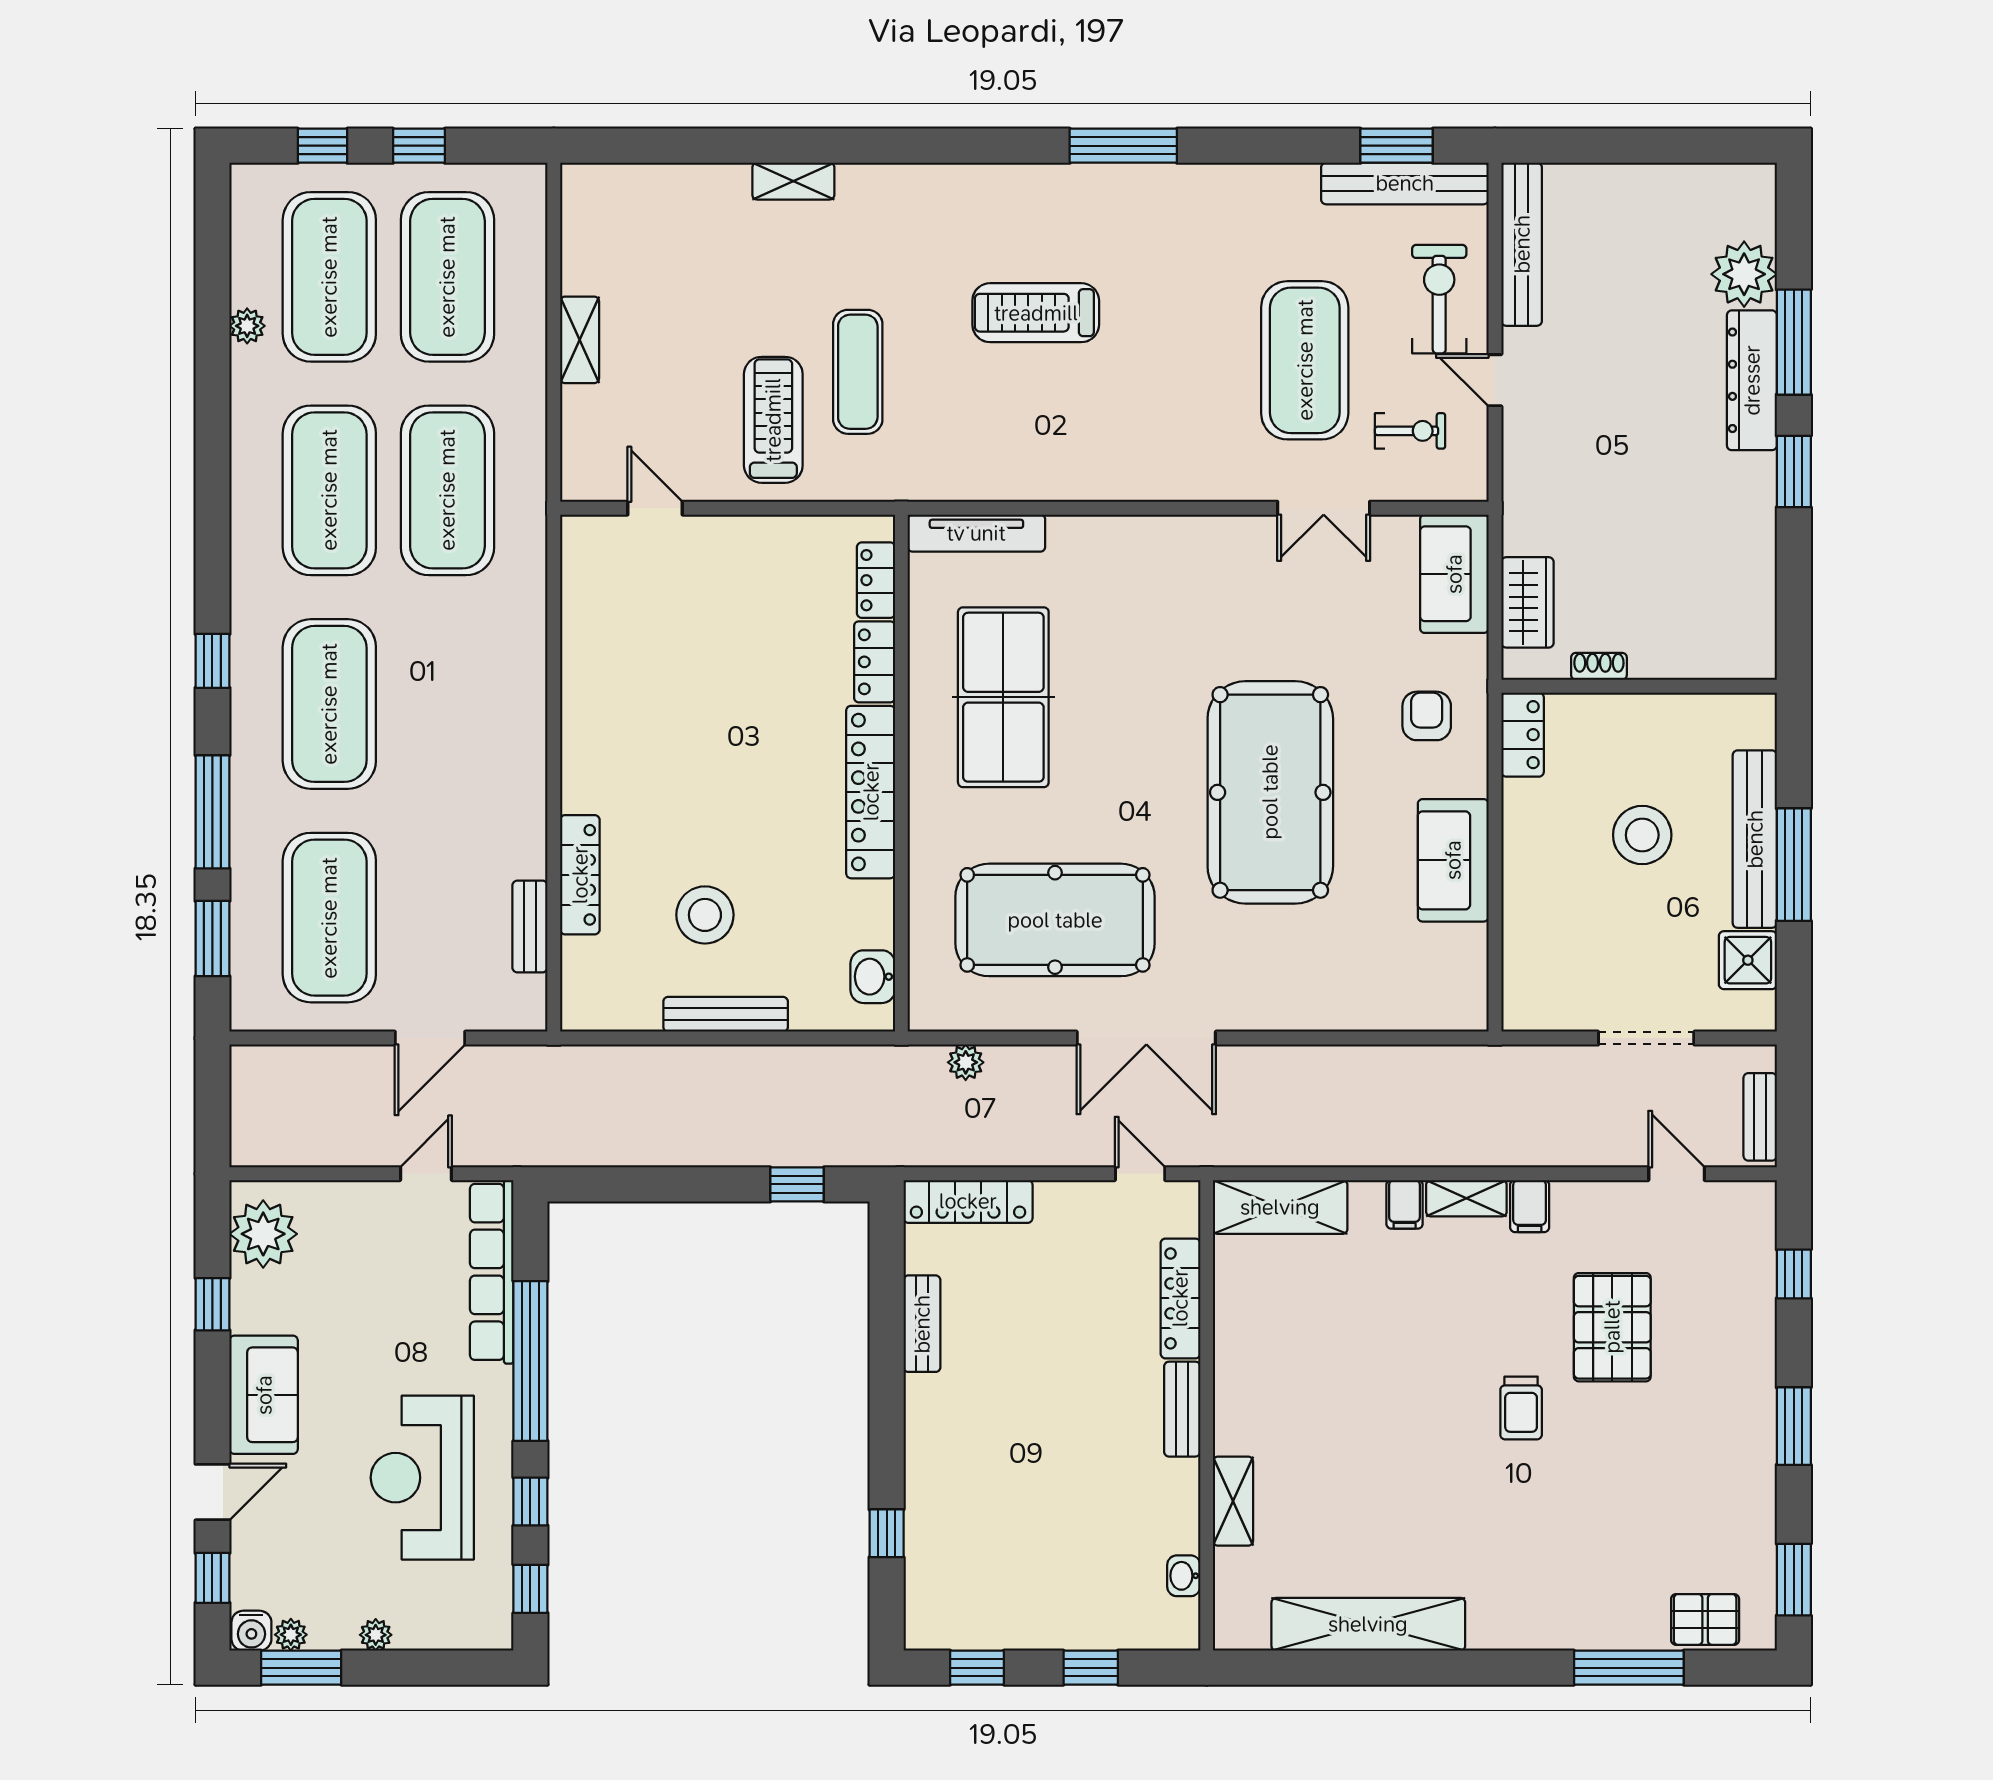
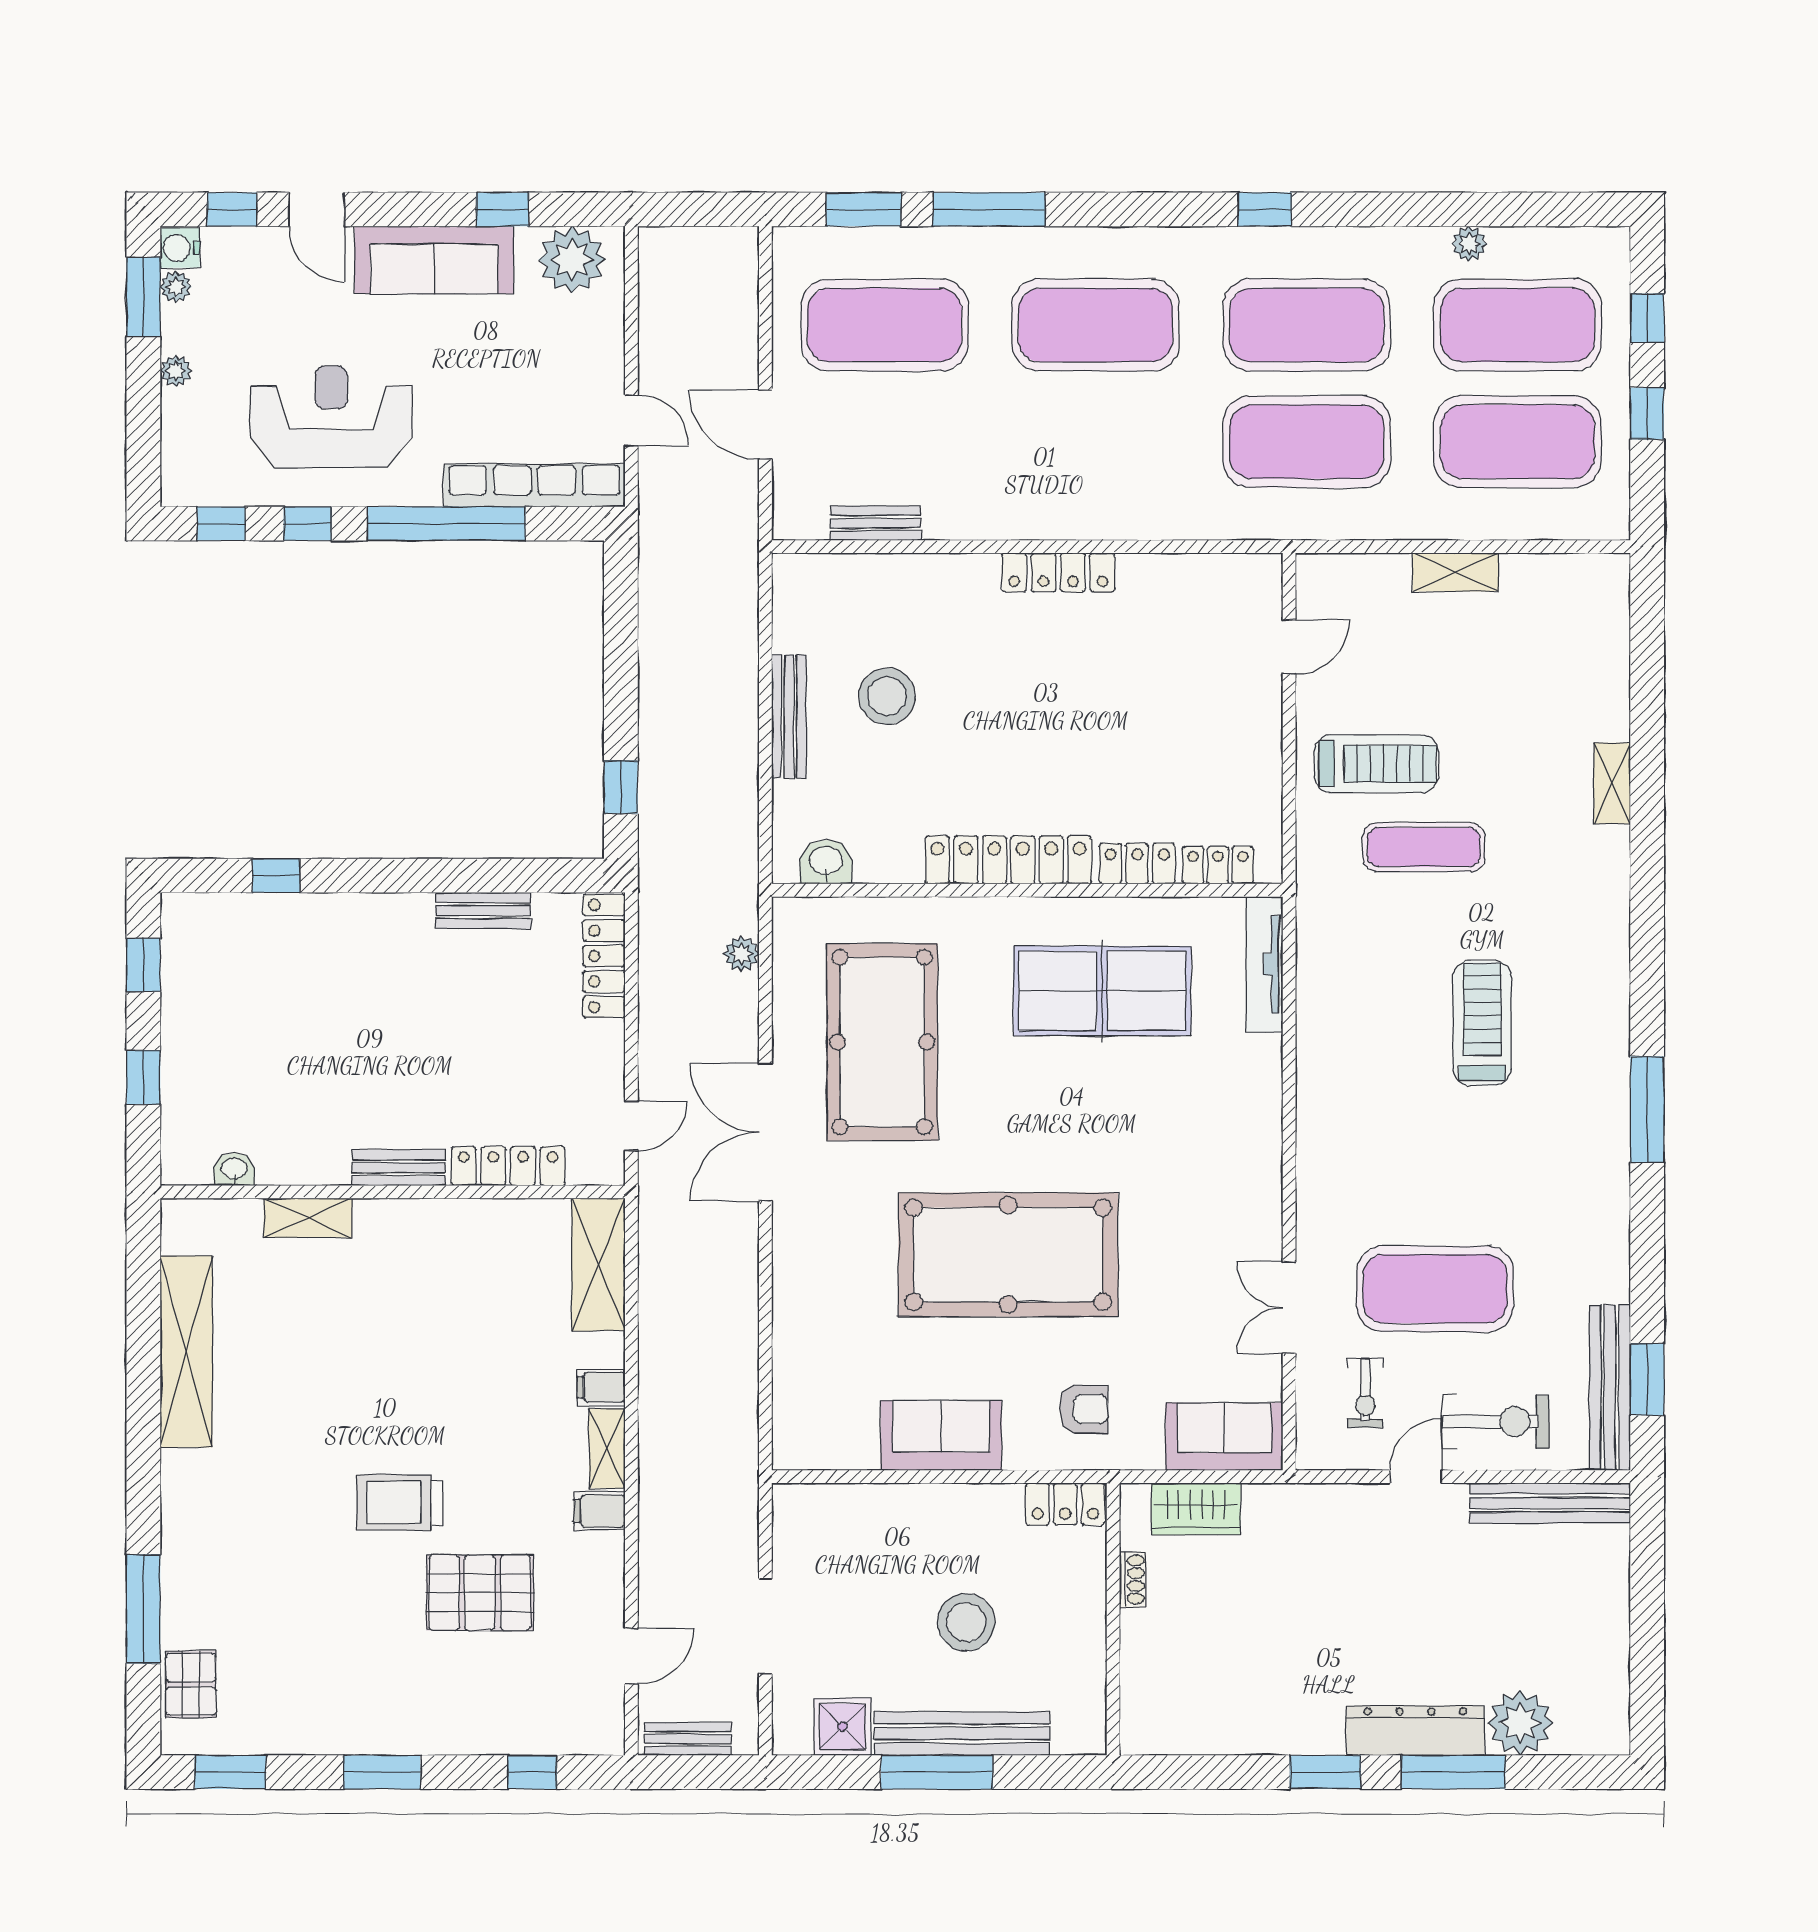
window: (212, 661) -> (1265, 209), moved
locker: (580, 875) -> (1058, 572), moved
sofa: (264, 1395) -> (434, 260), width x1.36
trolley: (1521, 1408) -> (400, 1503), width x1.36, depth x1.39

